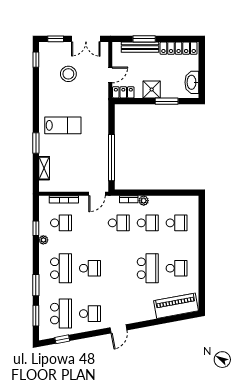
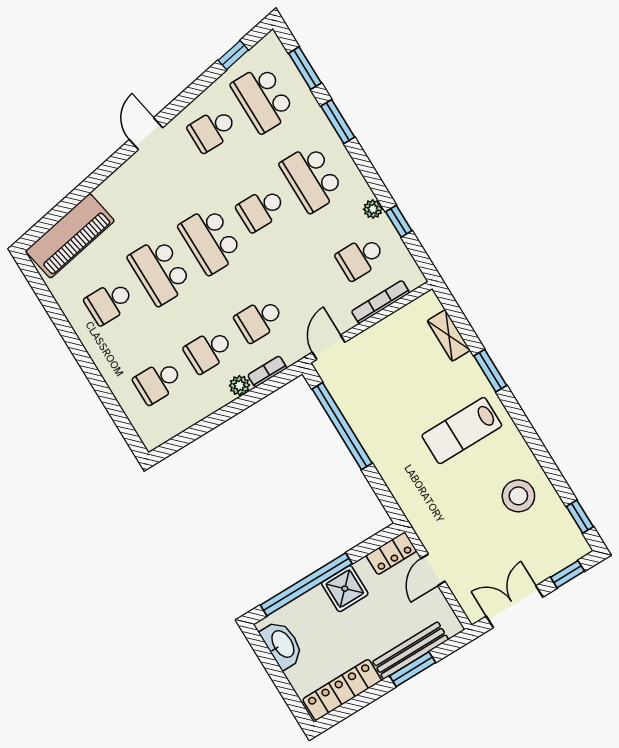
stool: (68, 74) -> (518, 496), moved
window: (167, 101) -> (306, 584), width x2.11
school desk: (119, 268) -> (210, 240), added

